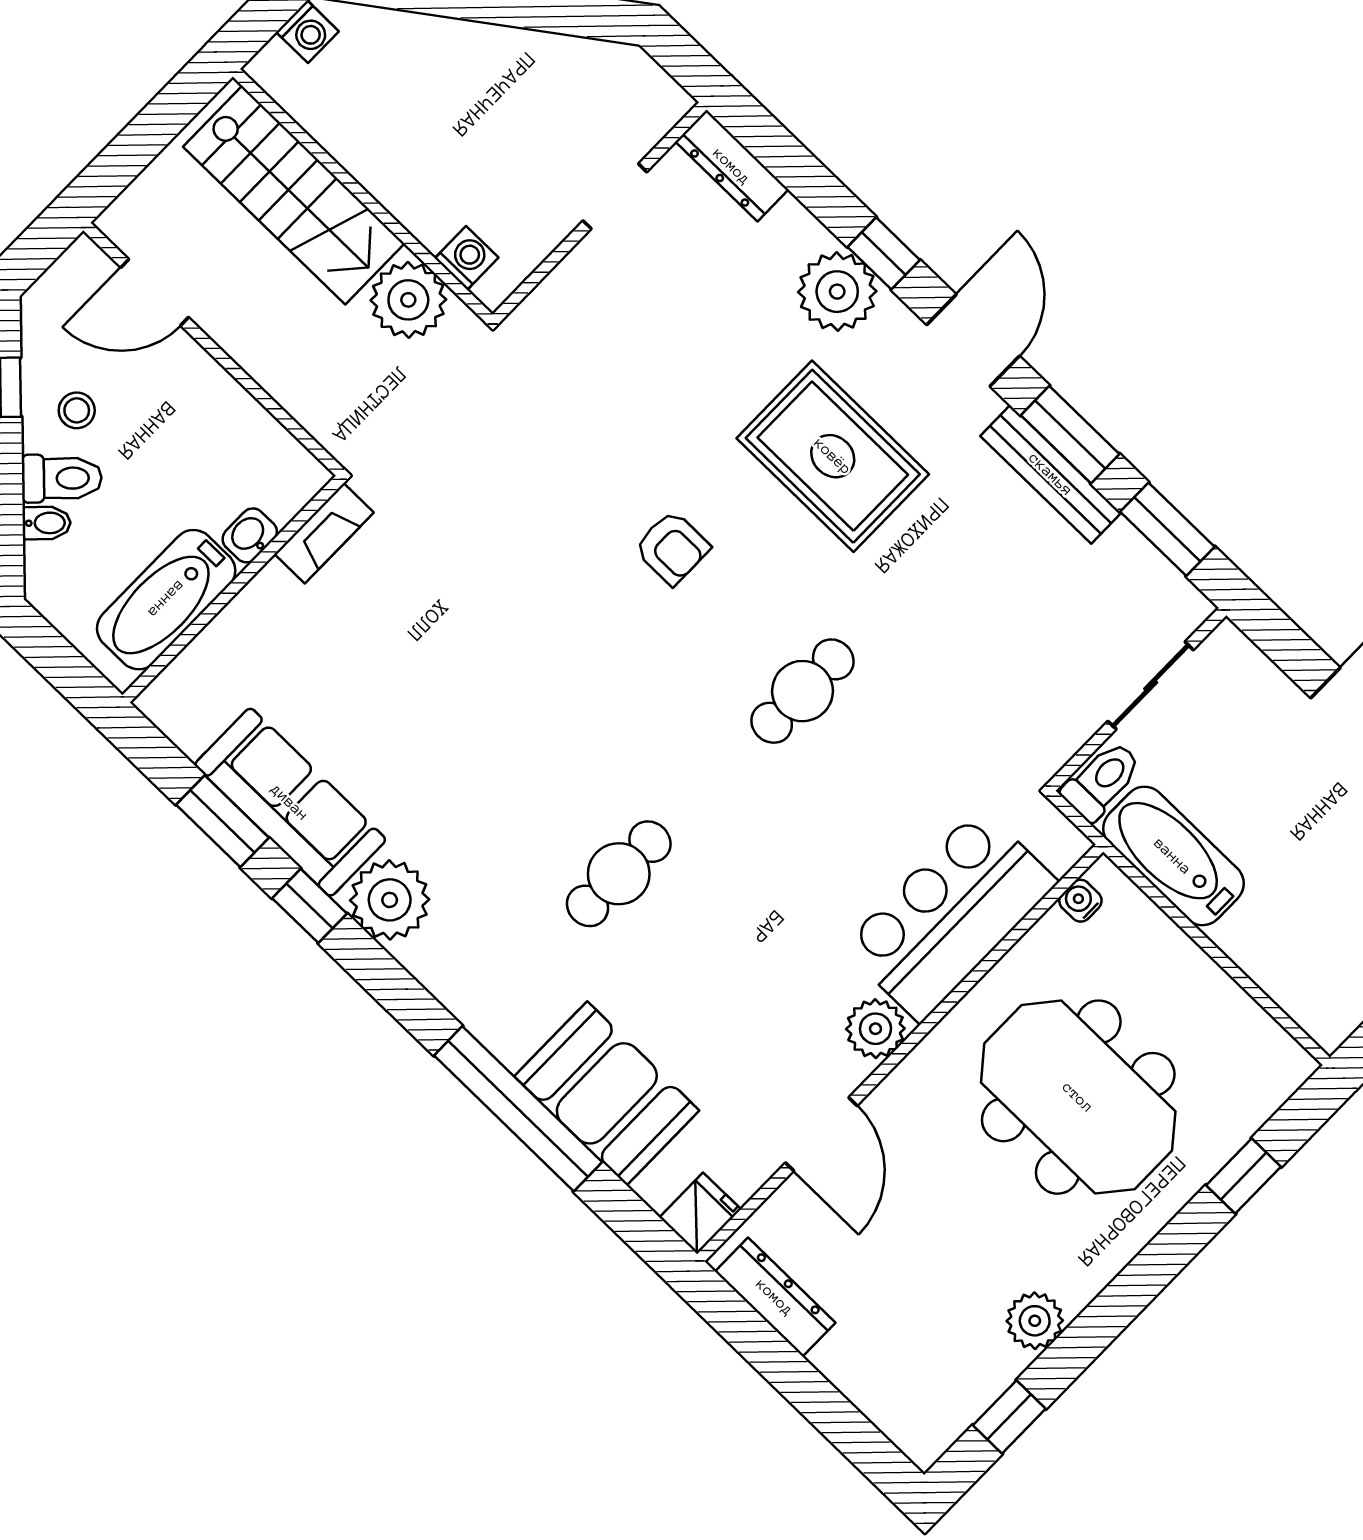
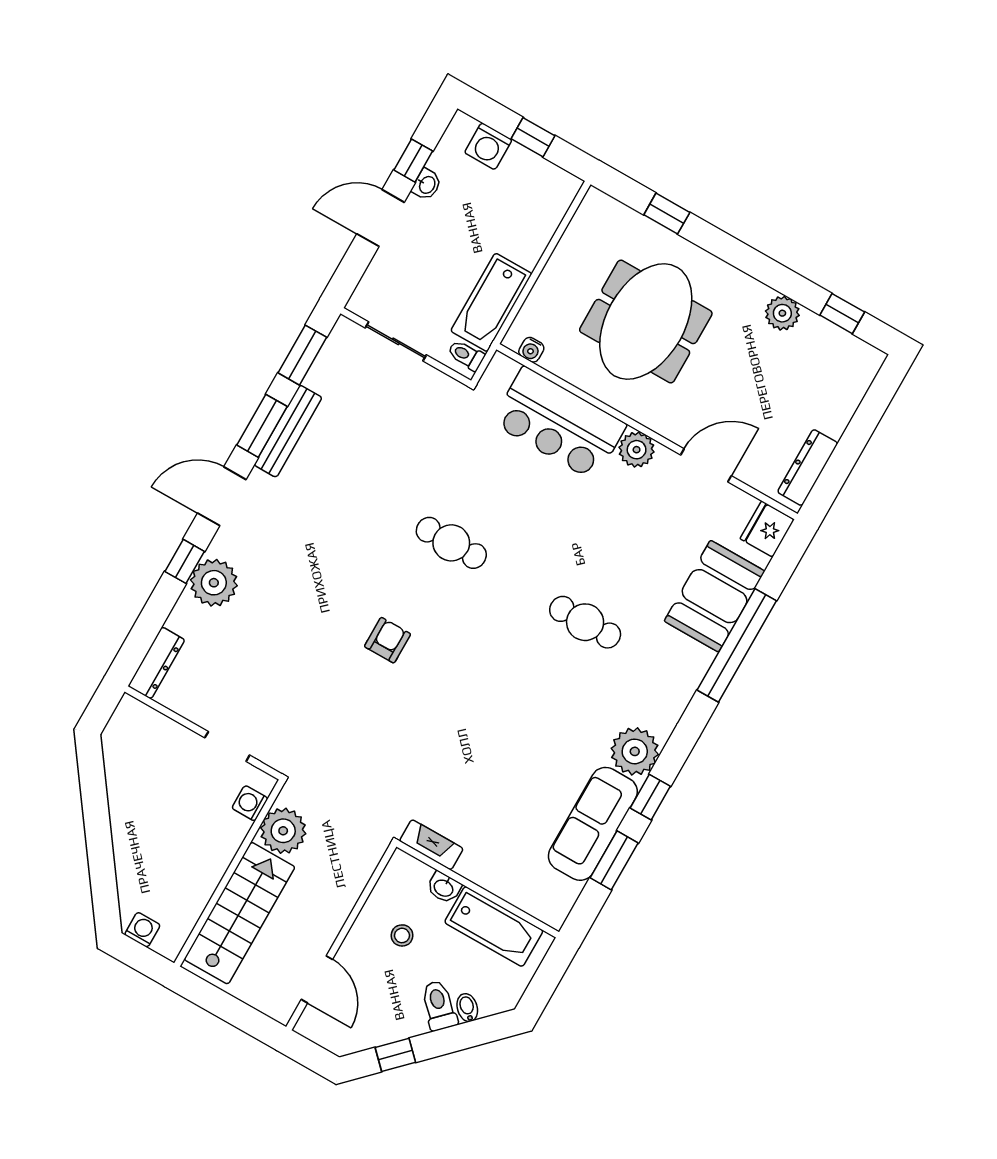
doorway: (615, 196) -> (227, 746), moved
stool: (77, 410) -> (402, 935), moved
rug: (833, 456) -> (310, 561), removed
toilet: (1102, 781) -> (466, 355), width x0.73, depth x0.72
fridge: (700, 1213) -> (767, 529), width x1.38

